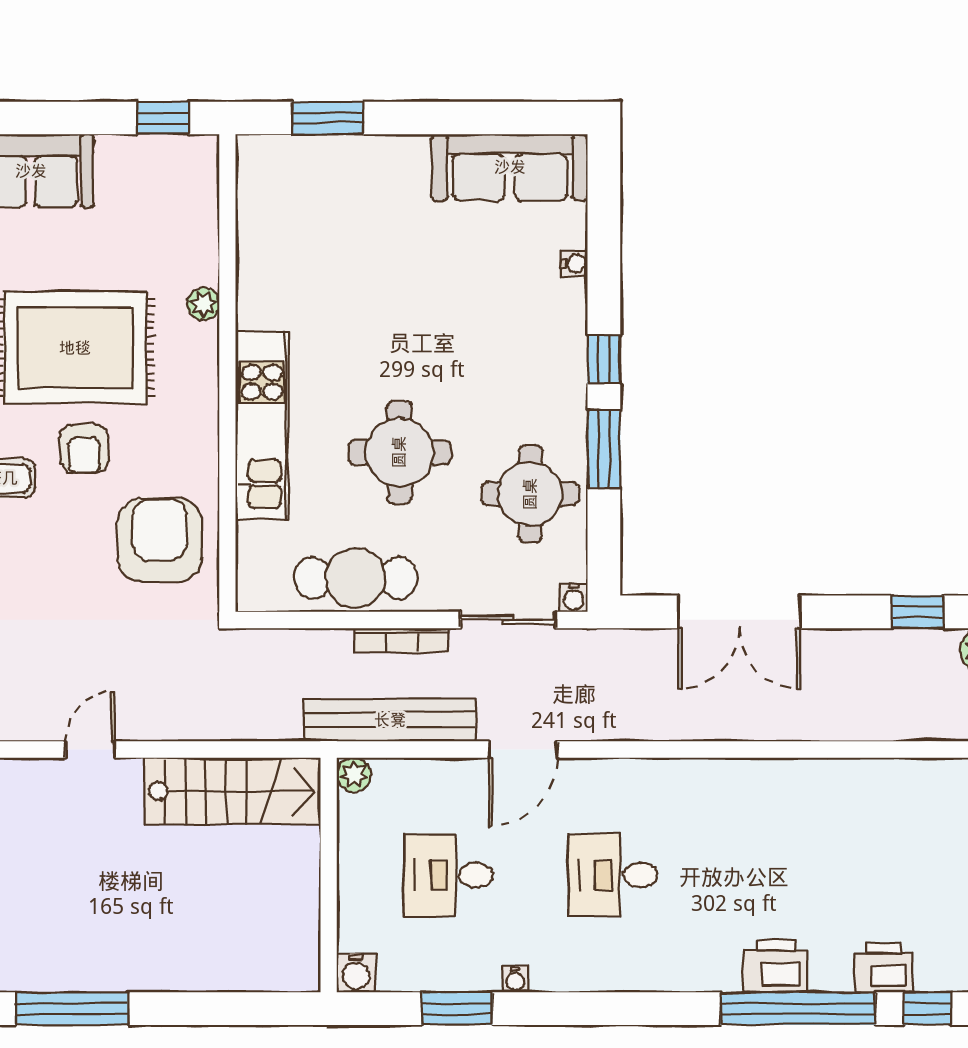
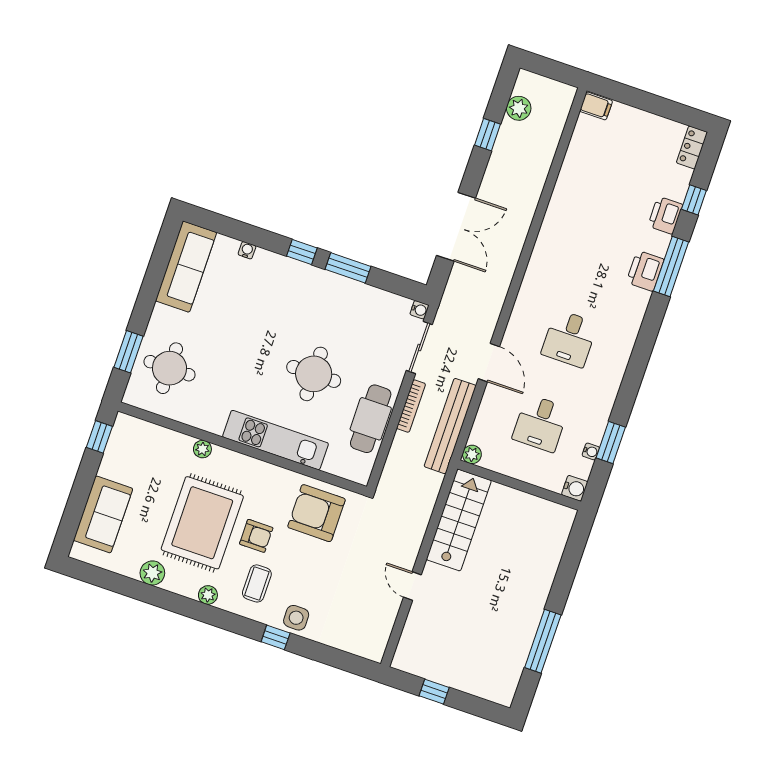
round table: (530, 494) -> (169, 368), moved
water cooler: (515, 979) -> (591, 451), moved
window: (798, 1009) -> (671, 267), width x0.68

